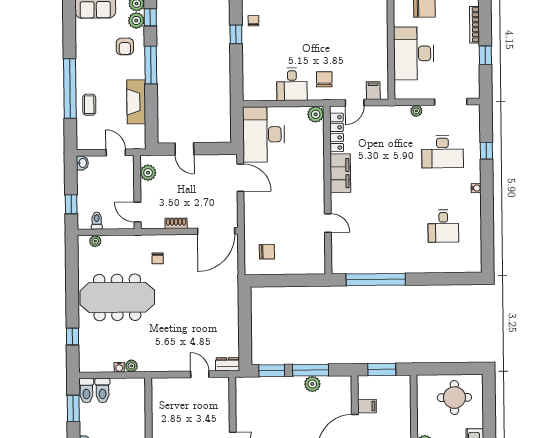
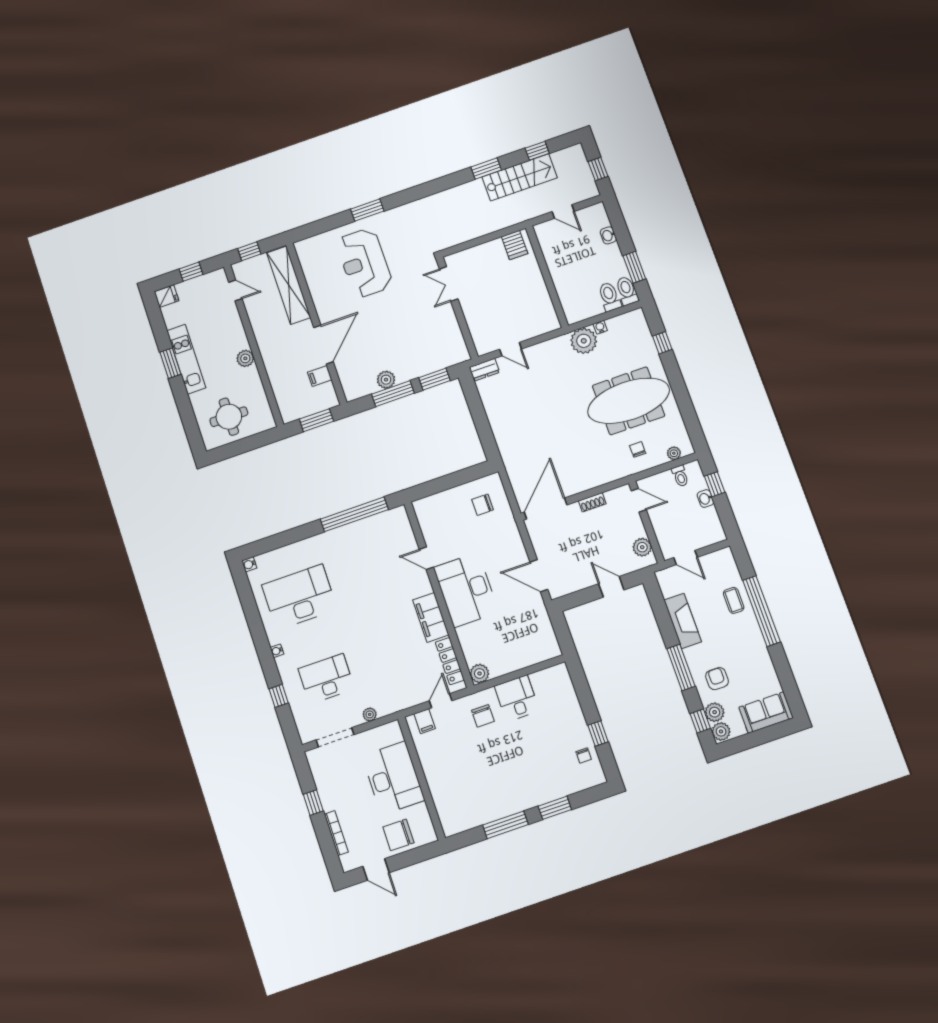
desk: (264, 134) -> (466, 590), moved, turned 180
washbasin: (82, 163) -> (705, 499), moved
desk: (443, 226) -> (299, 597), width x1.87, depth x1.30
chair: (158, 258) -> (638, 449), moved
water cooler: (476, 267) -> (249, 564), added
plant: (131, 366) -> (584, 341), width x1.87, depth x1.87

